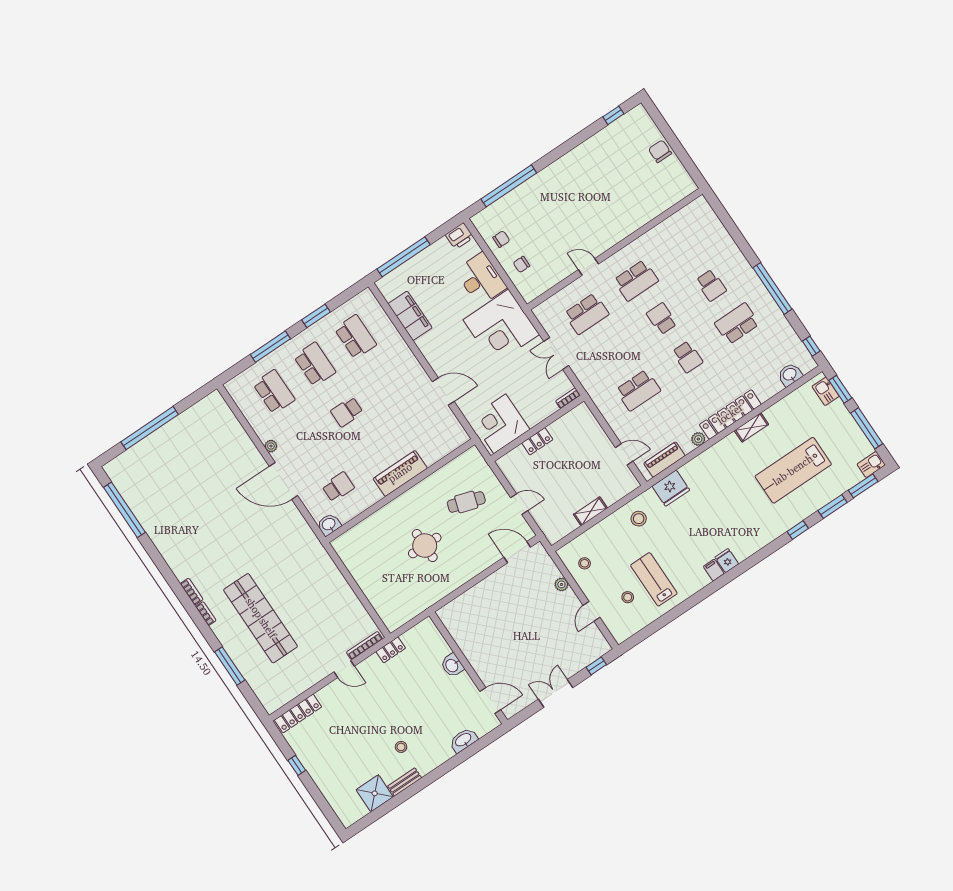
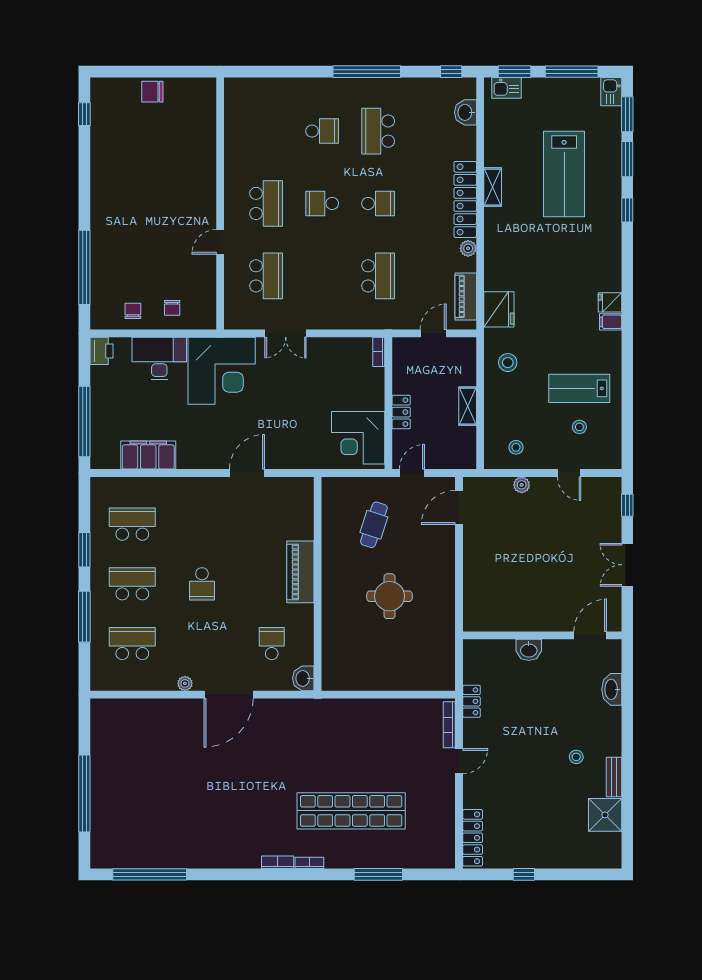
bookcase: (568, 398) -> (379, 352), moved
corner desk: (500, 424) -> (358, 438), moved
wall: (537, 428) -> (388, 403), moved
locker: (537, 441) -> (401, 412), moved

